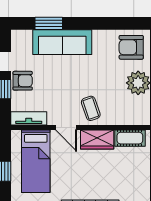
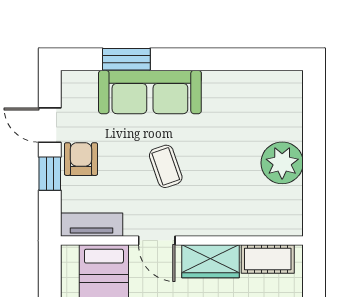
armchair: (131, 47) -> (270, 101), removed
armchair: (23, 81) -> (81, 159), turned -90
coffee table: (91, 108) -> (166, 166), moved

